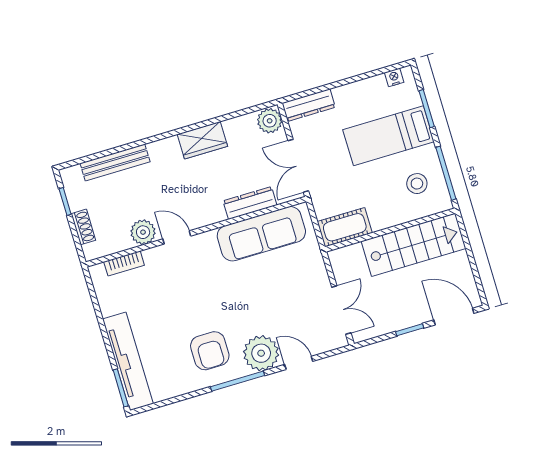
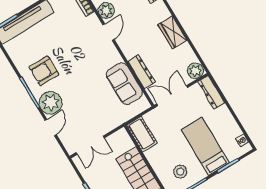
sofa: (261, 234) -> (124, 84), width x0.73

